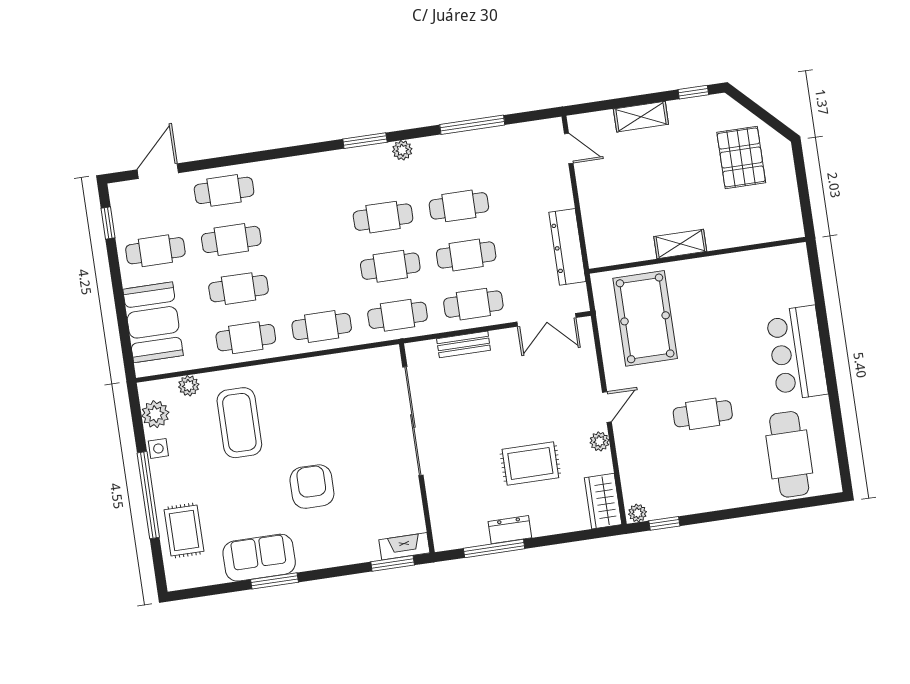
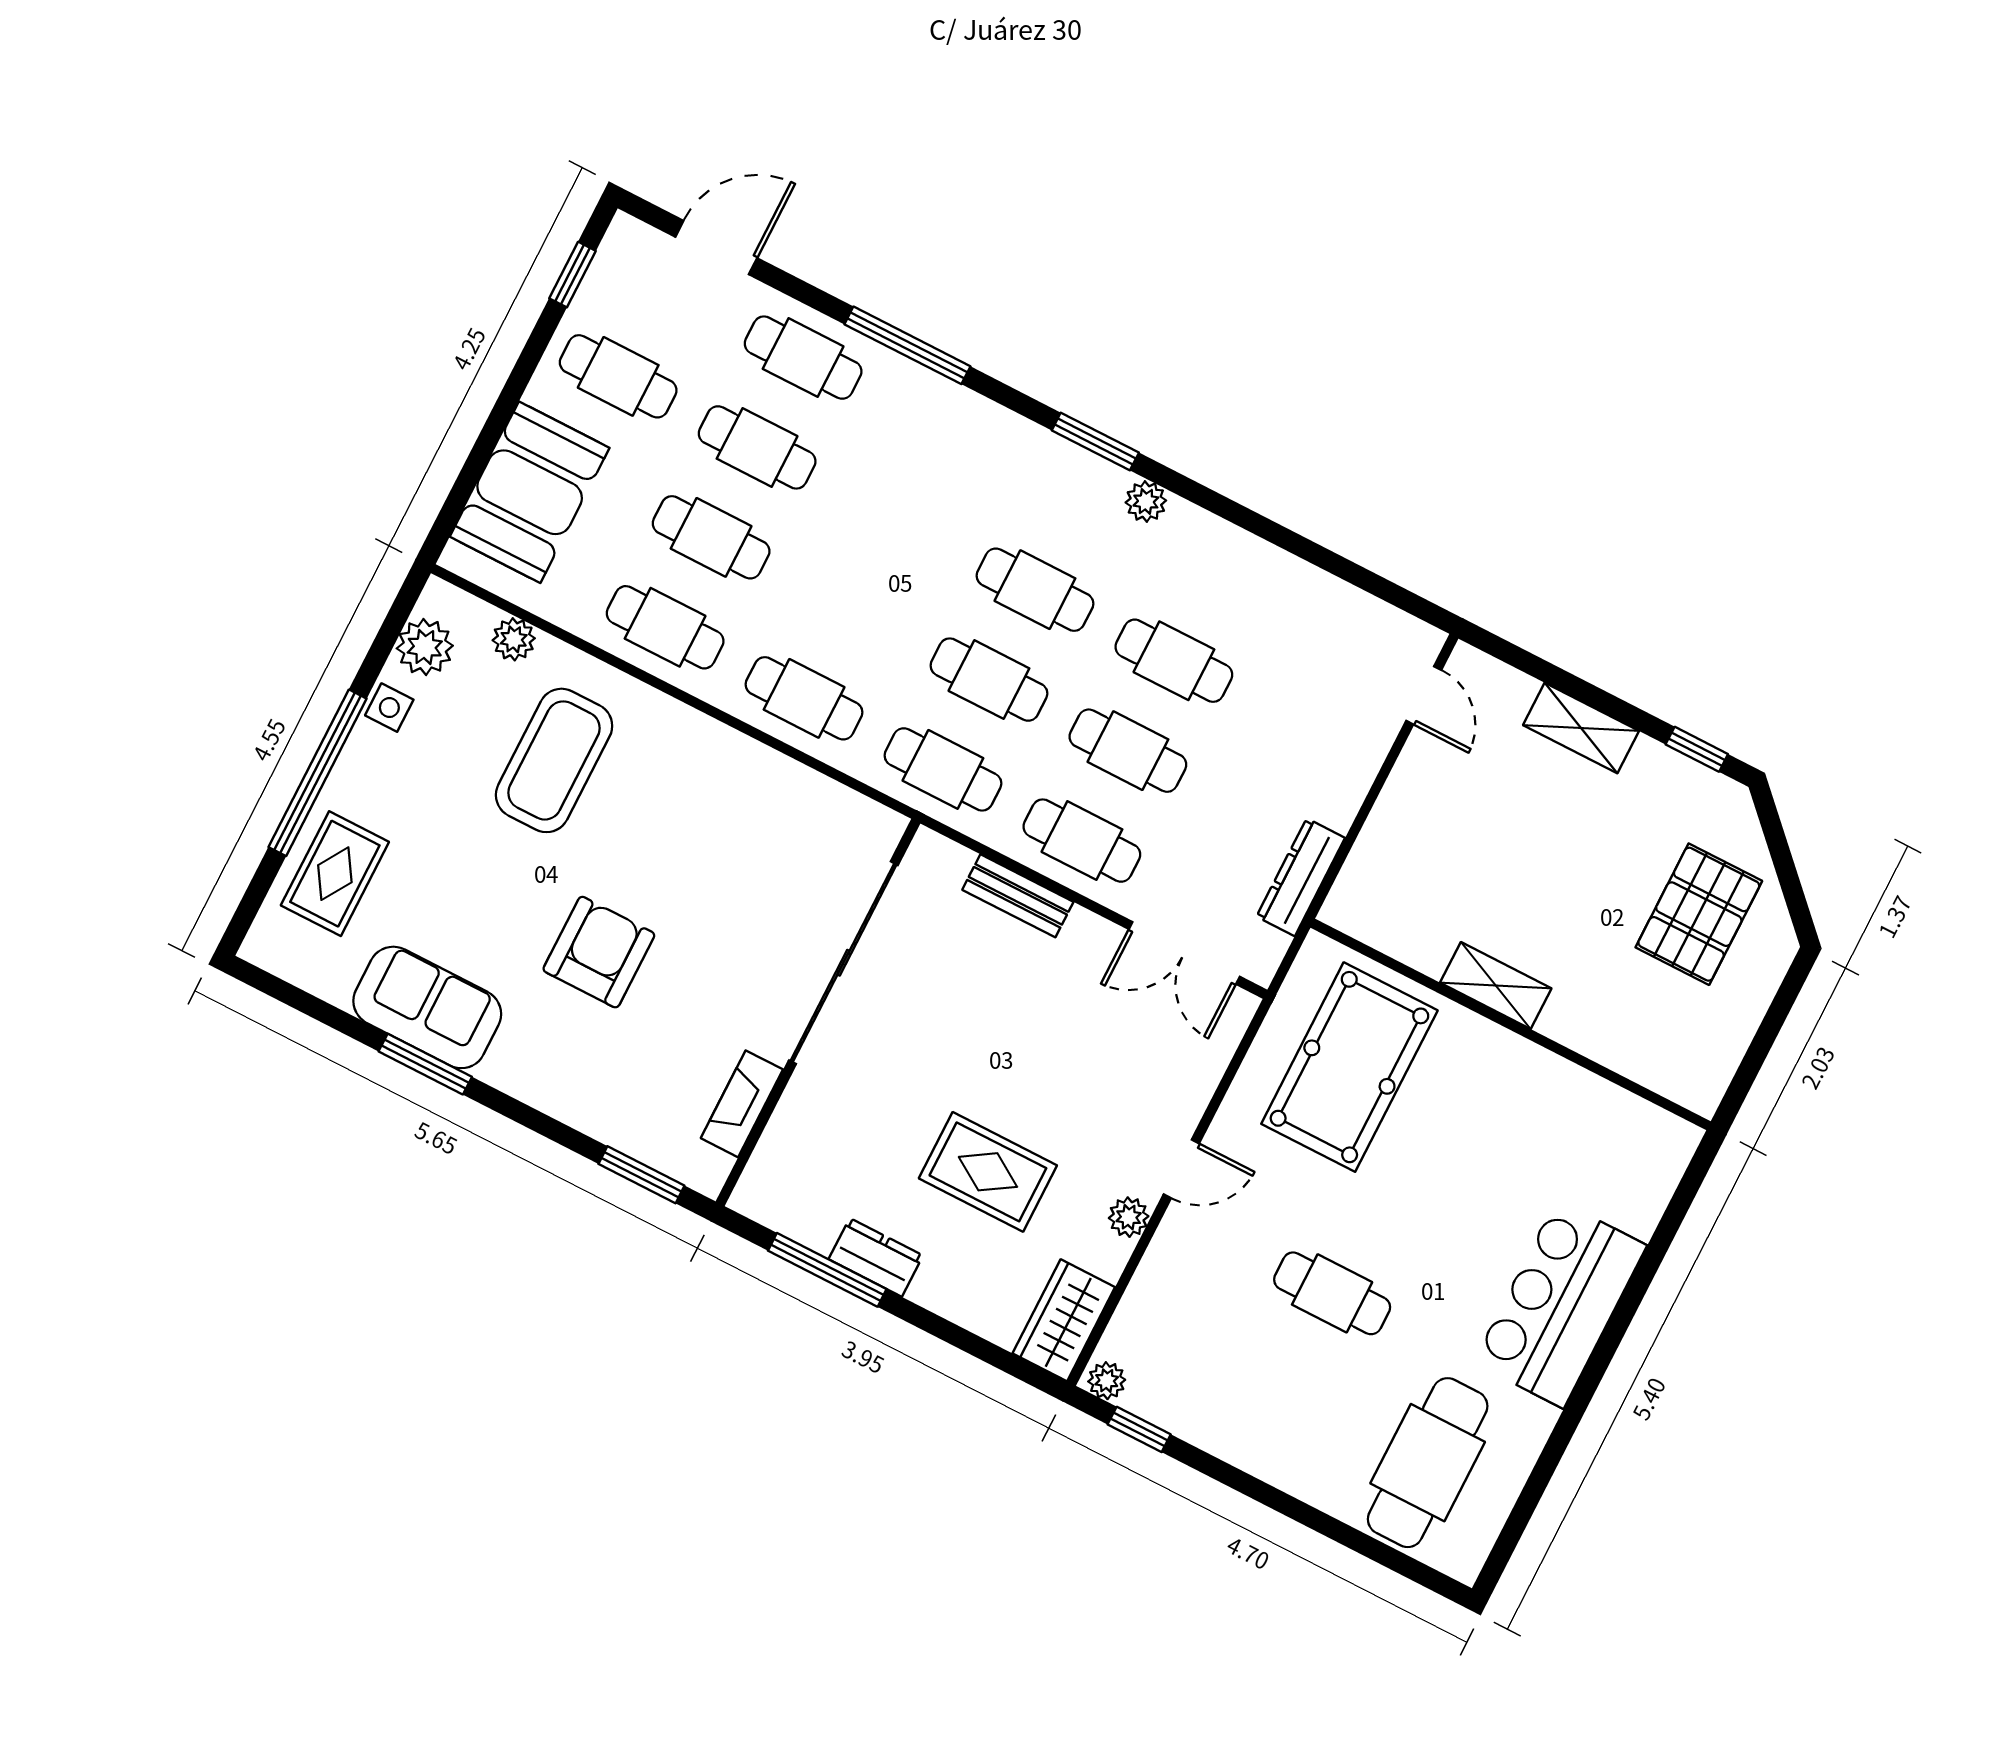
window: (472, 125) -> (907, 345), moved
dresser: (567, 247) -> (1301, 877), width x0.73, depth x0.80
fireplace: (404, 546) -> (742, 1104), moved, turned -90

